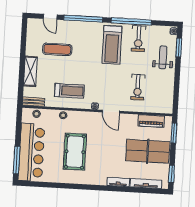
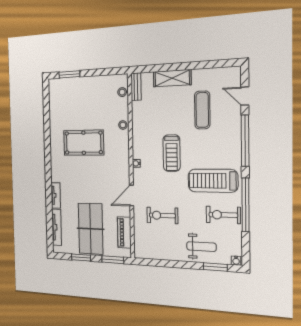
door: (50, 17) -> (245, 96), hinge flipped
treadmill: (69, 91) -> (172, 153), moved
door: (111, 112) -> (132, 196), moved
bar counter: (31, 152) -> (79, 91), removed
window: (17, 160) -> (69, 74), width x0.69
window: (172, 174) -> (81, 257), moved

